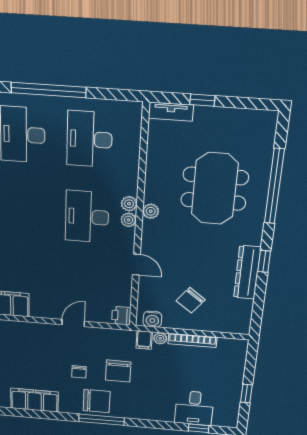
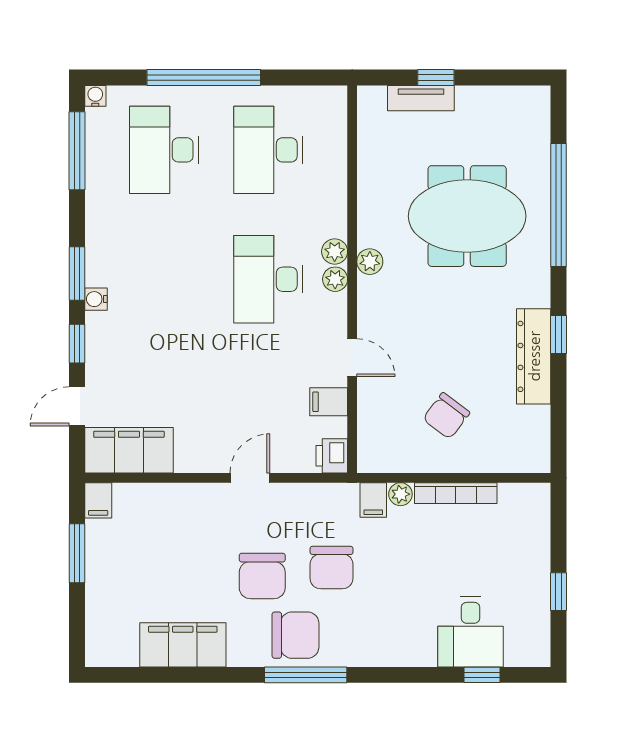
tv unit: (171, 112) -> (421, 98), moved
meeting table: (215, 189) -> (467, 216), turned 90
filing cabinet: (121, 287) -> (329, 402), added
water cooler: (152, 319) -> (385, 458), removed
chair: (79, 372) -> (262, 576), width x1.87, depth x1.87

